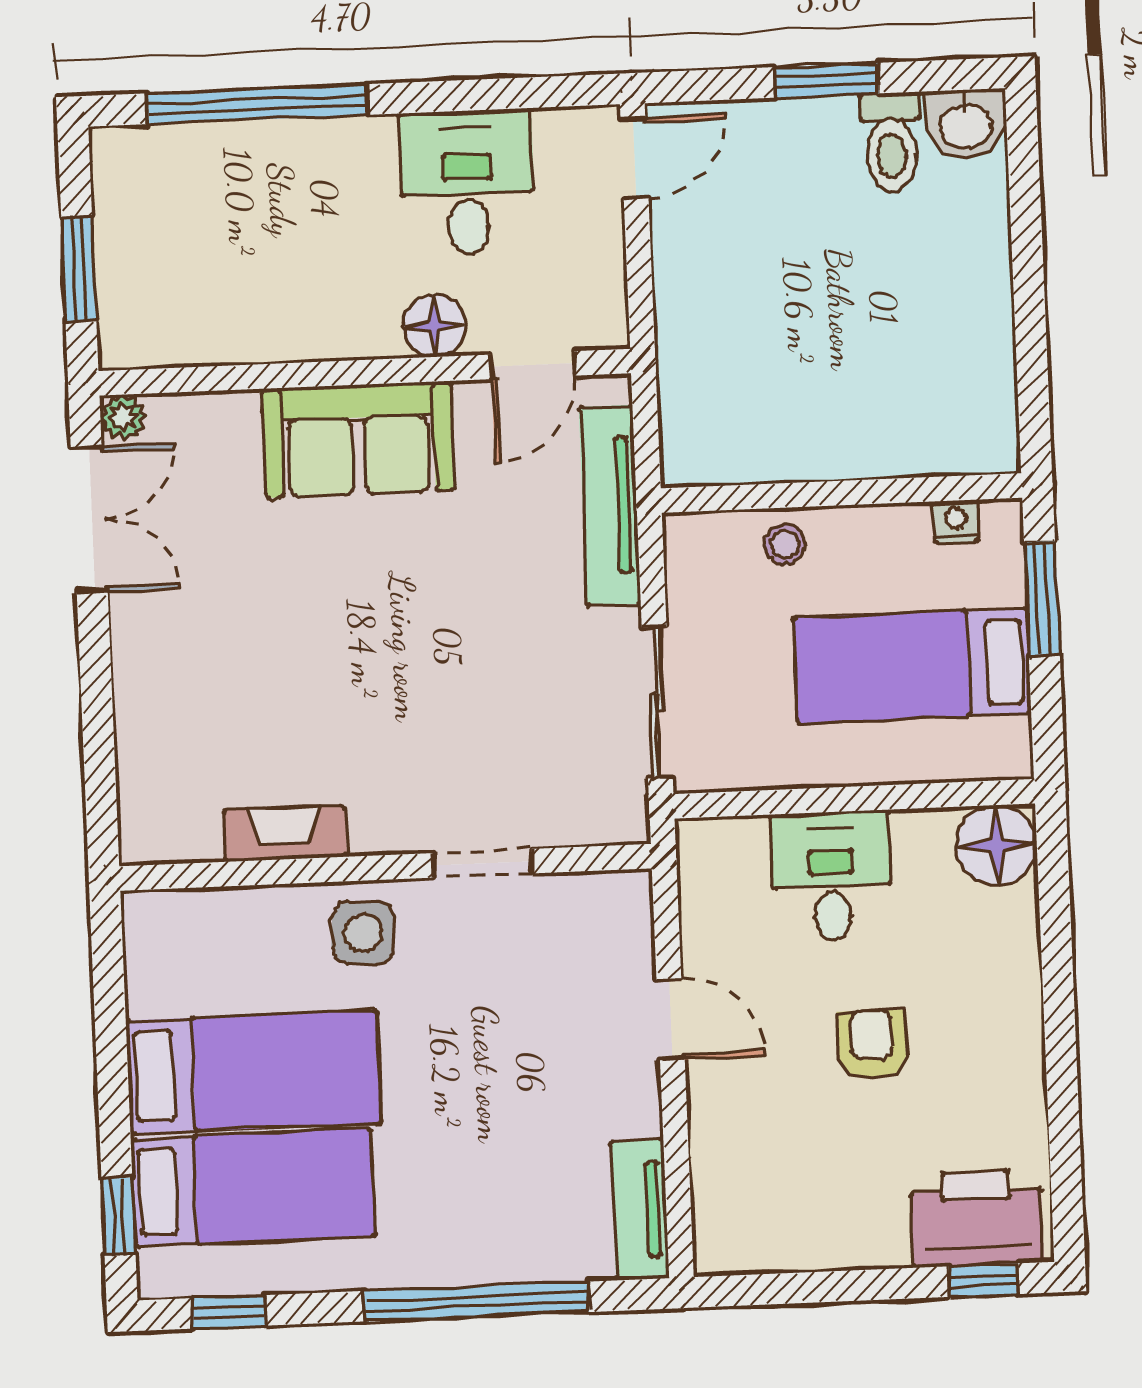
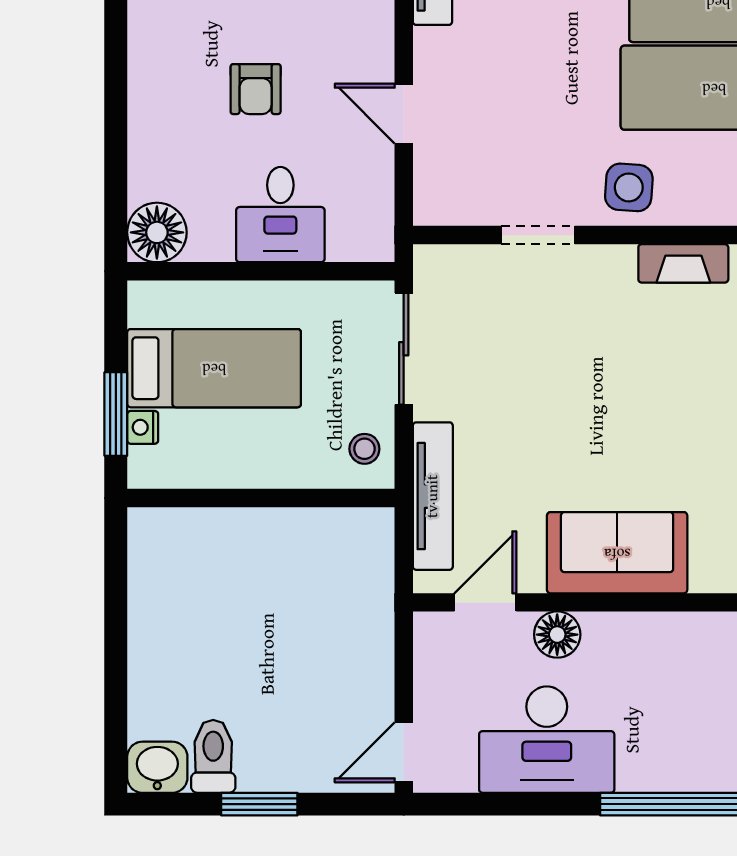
desk: (467, 182) -> (547, 740), width x1.37
nightstand: (956, 521) -> (143, 427), moved, turned 90
stool: (785, 544) -> (364, 449), moved

